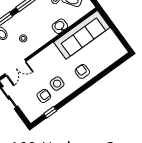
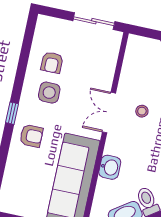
double door: (15, 68) -> (109, 113), moved
window: (50, 112) -> (12, 113), moved

